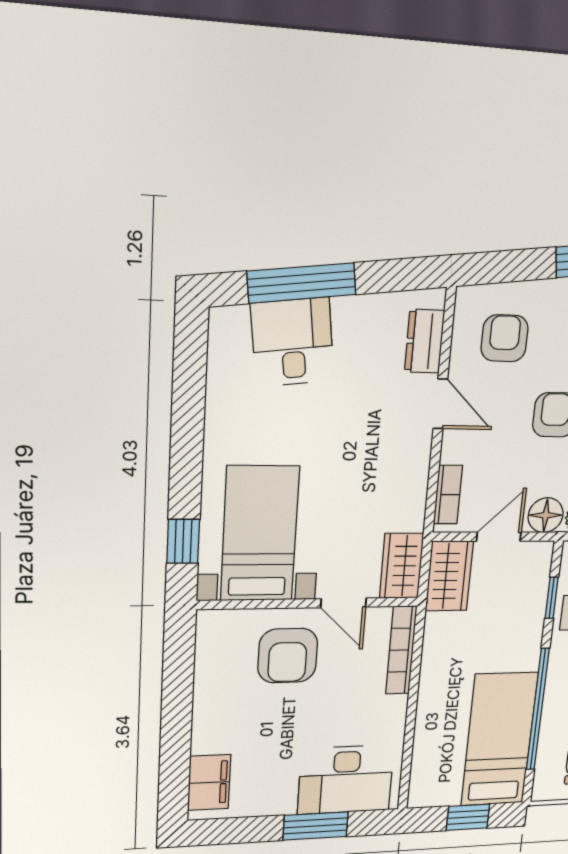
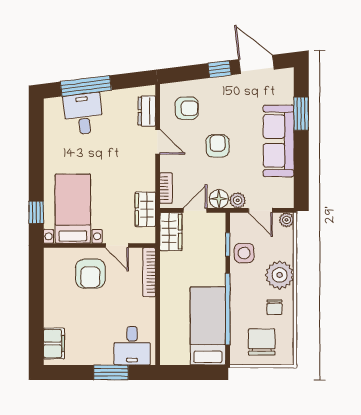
armchair: (505, 338) -> (187, 108), turned 90
wardrobe: (402, 566) -> (145, 209), moved
desk: (346, 780) -> (132, 346), width x0.73
window: (468, 817) -> (195, 372), removed

